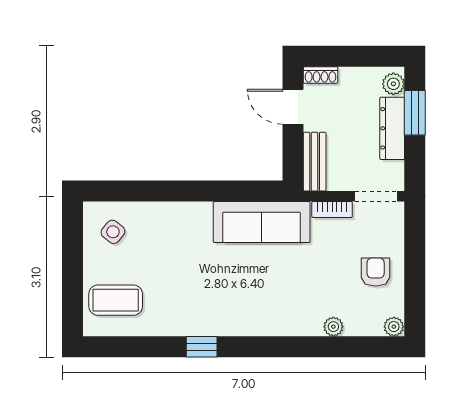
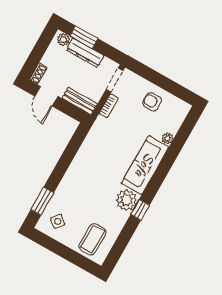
door: (293, 107) -> (46, 96), hinge flipped
window: (130, 191) -> (42, 201), added
sofa: (262, 222) -> (145, 165), moved, turned 180
plant: (394, 327) -> (127, 200), moved, width x1.87, depth x1.87

